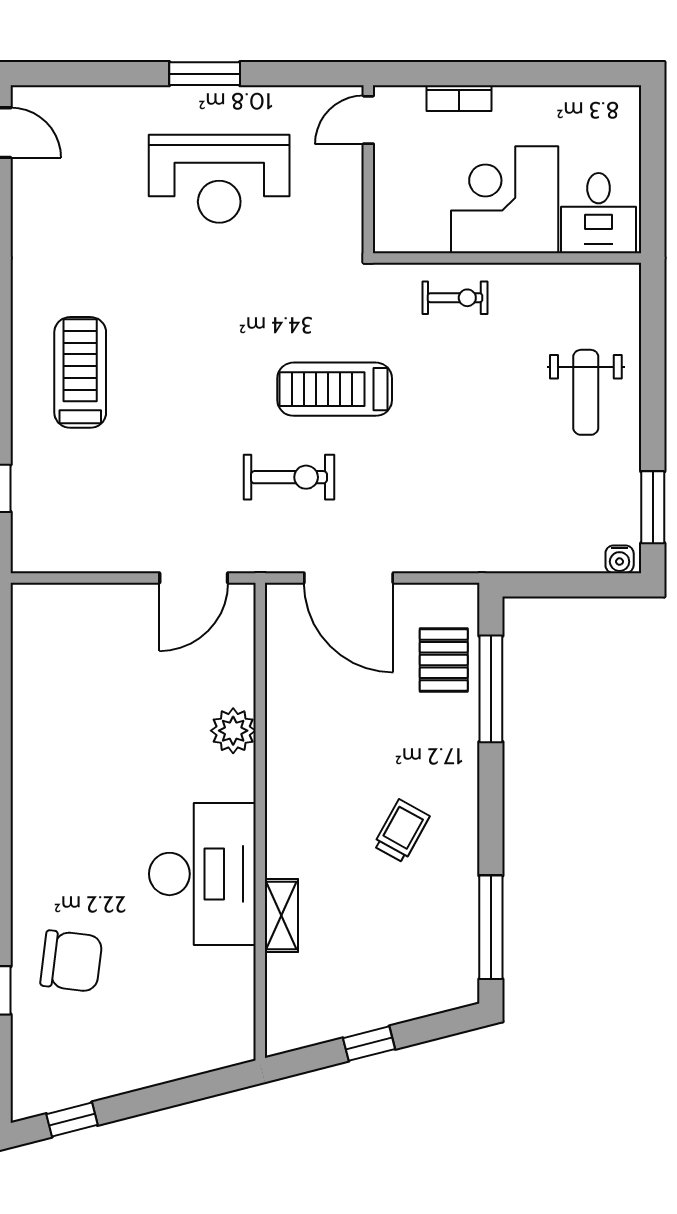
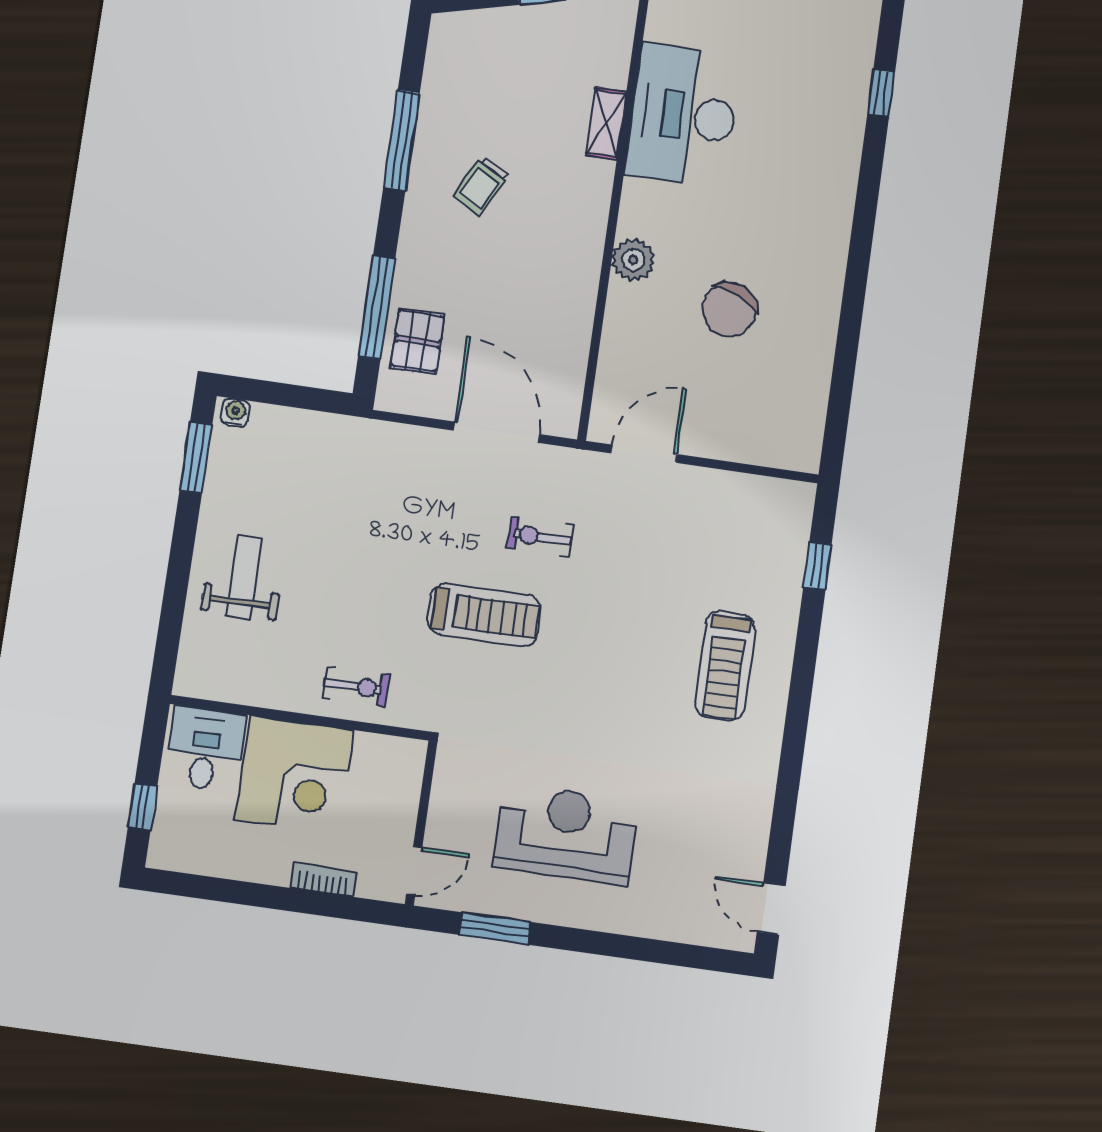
window: (205, 74) -> (495, 928), moved
window: (653, 146) -> (143, 807), added
exercise bike: (455, 298) -> (356, 686), turned 180
exercise bike: (289, 477) -> (540, 537), width x0.73, depth x0.72
plant: (233, 731) -> (633, 260), moved
desk: (202, 874) -> (683, 116), moved
window: (491, 927) -> (402, 140), moved
chair: (71, 961) -> (729, 310), moved, turned -73

